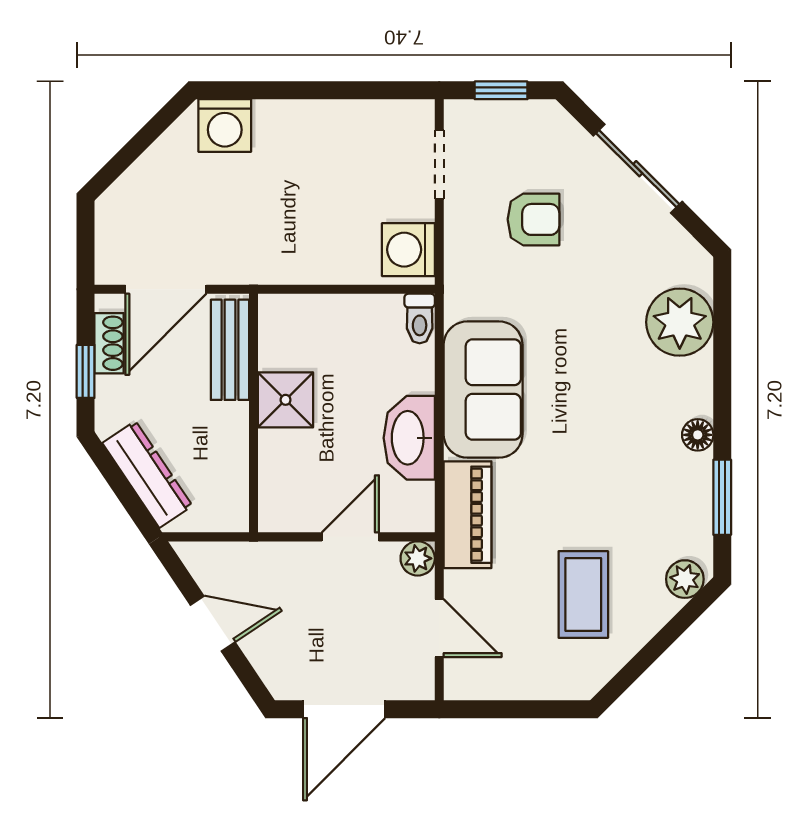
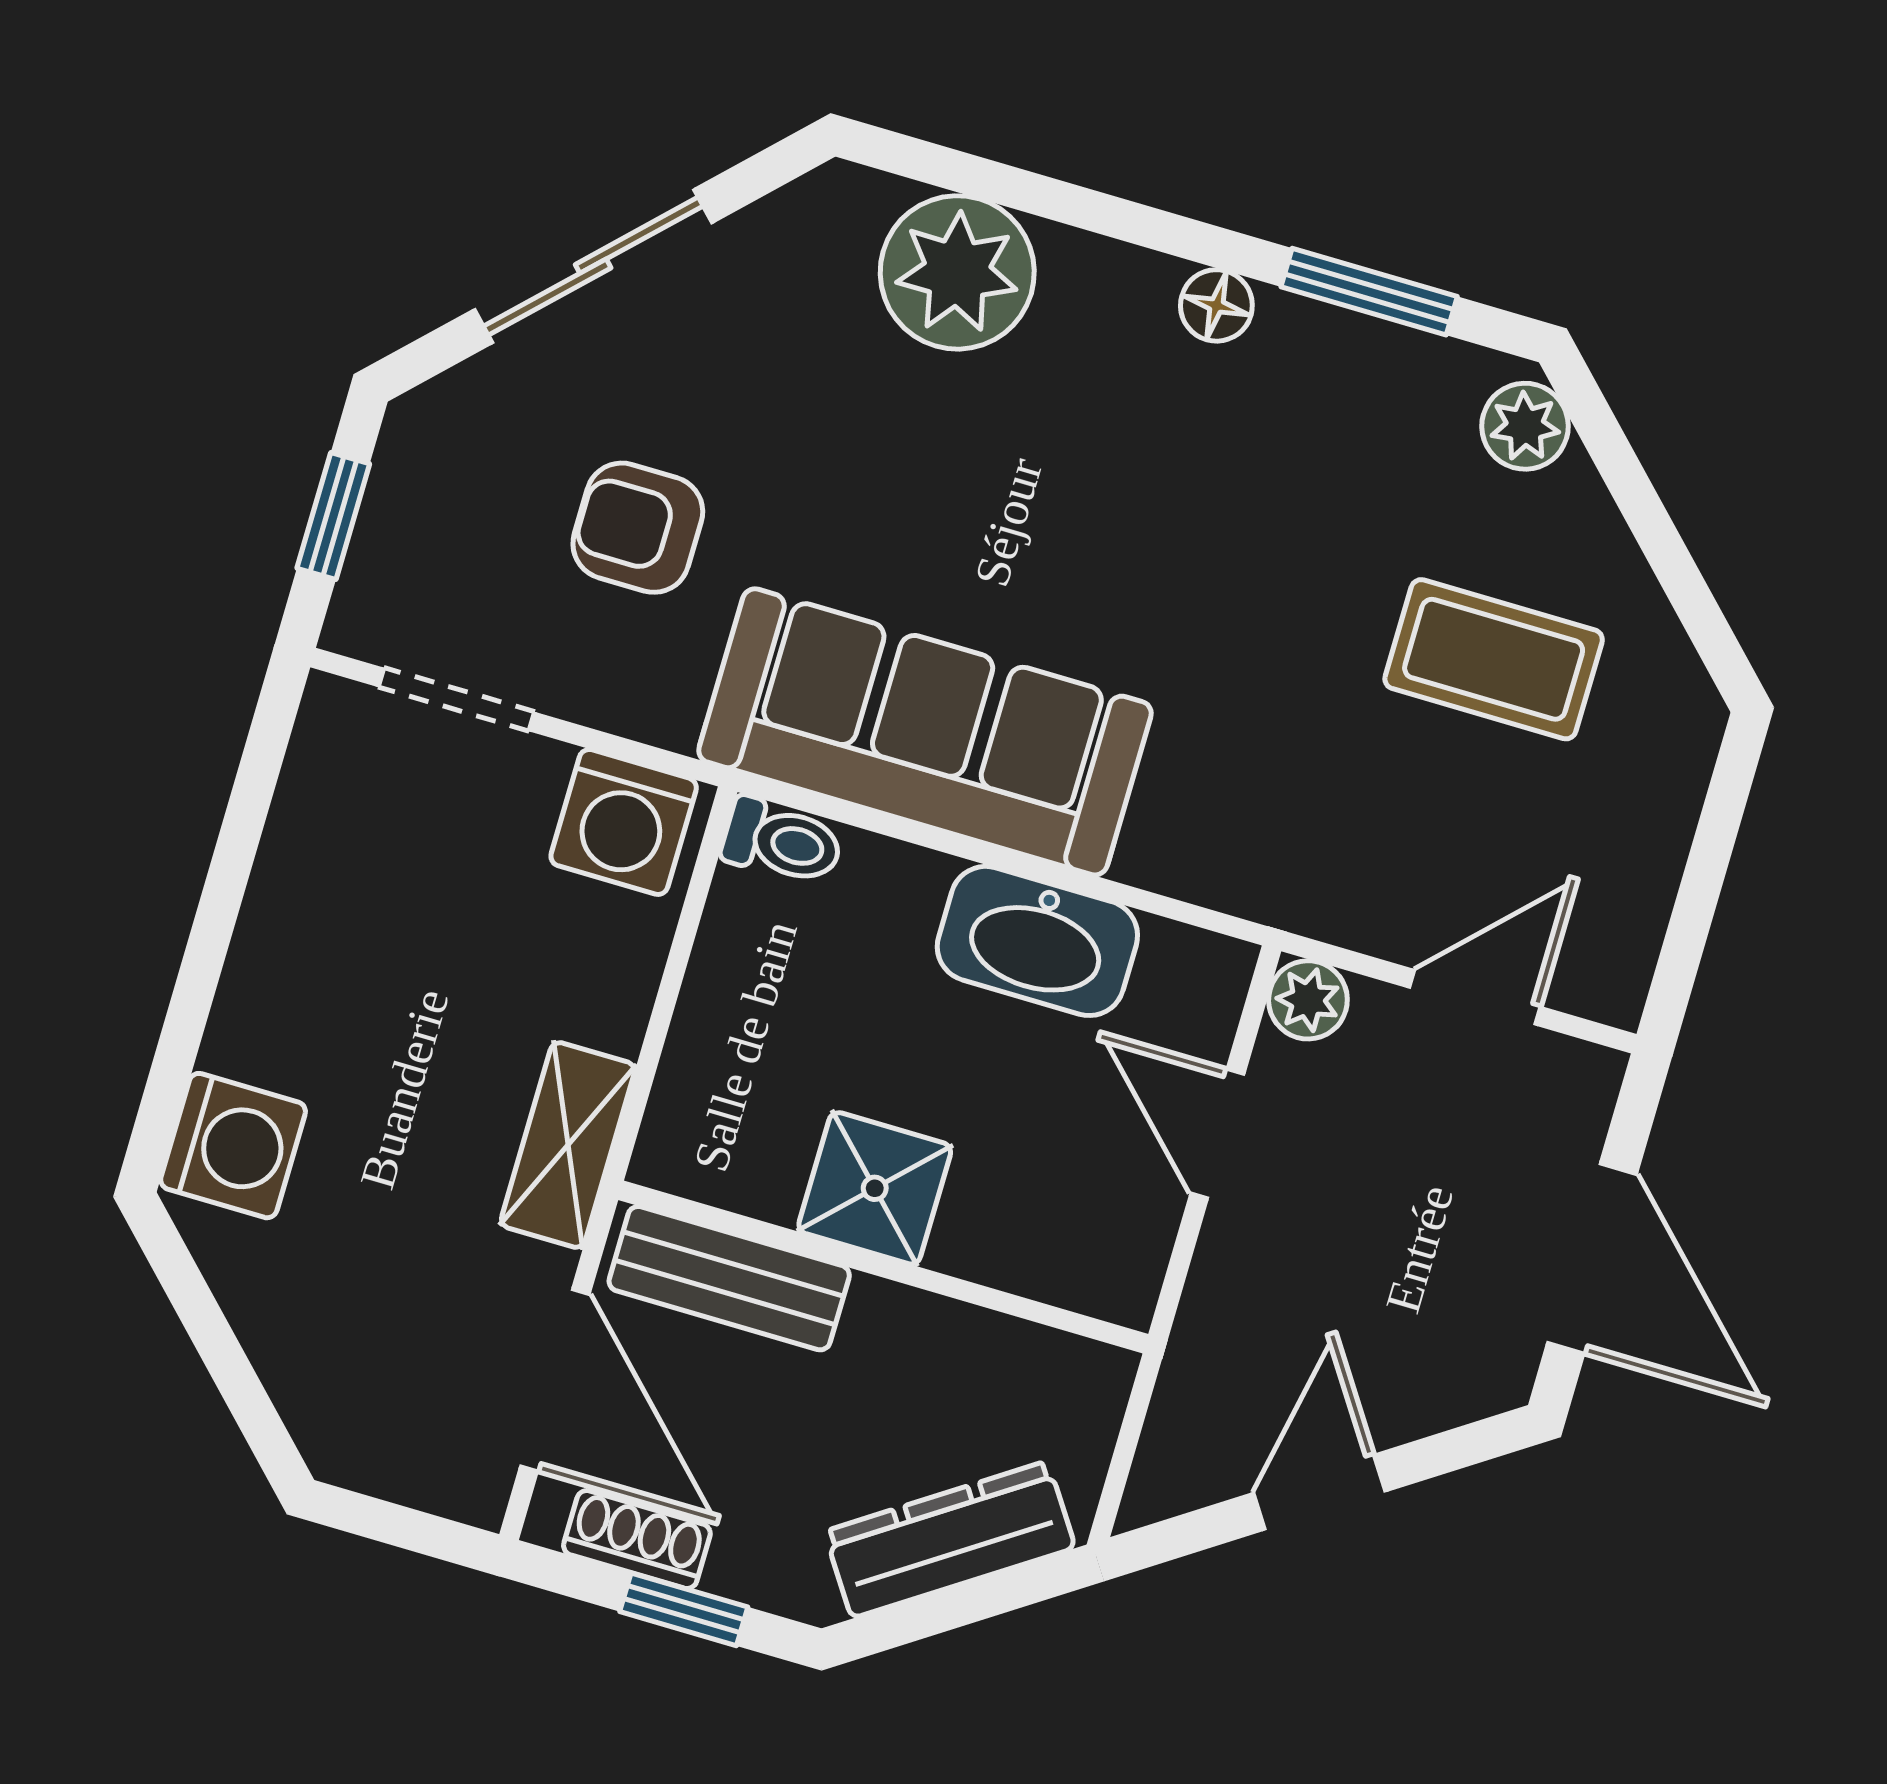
armchair: (534, 219) -> (638, 528), turned -90
shelving: (266, 266) -> (568, 1145), added
sofa: (483, 390) -> (925, 732), width x1.36
piano: (468, 515) -> (1244, 862), removed

